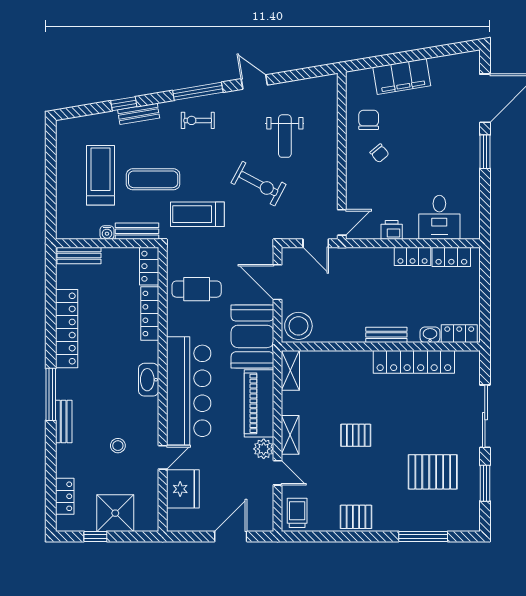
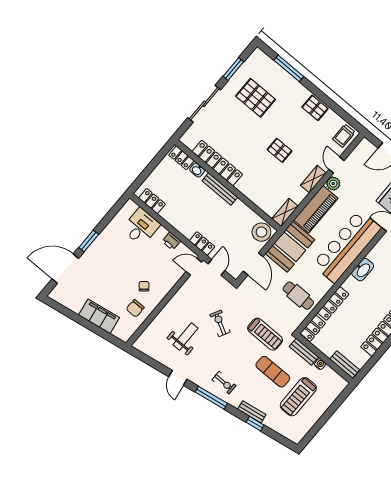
exercise bike: (259, 184) -> (220, 323), width x0.73, depth x0.72
locker: (413, 256) -> (202, 244), moved
bench: (386, 335) -> (220, 189), width x1.36

